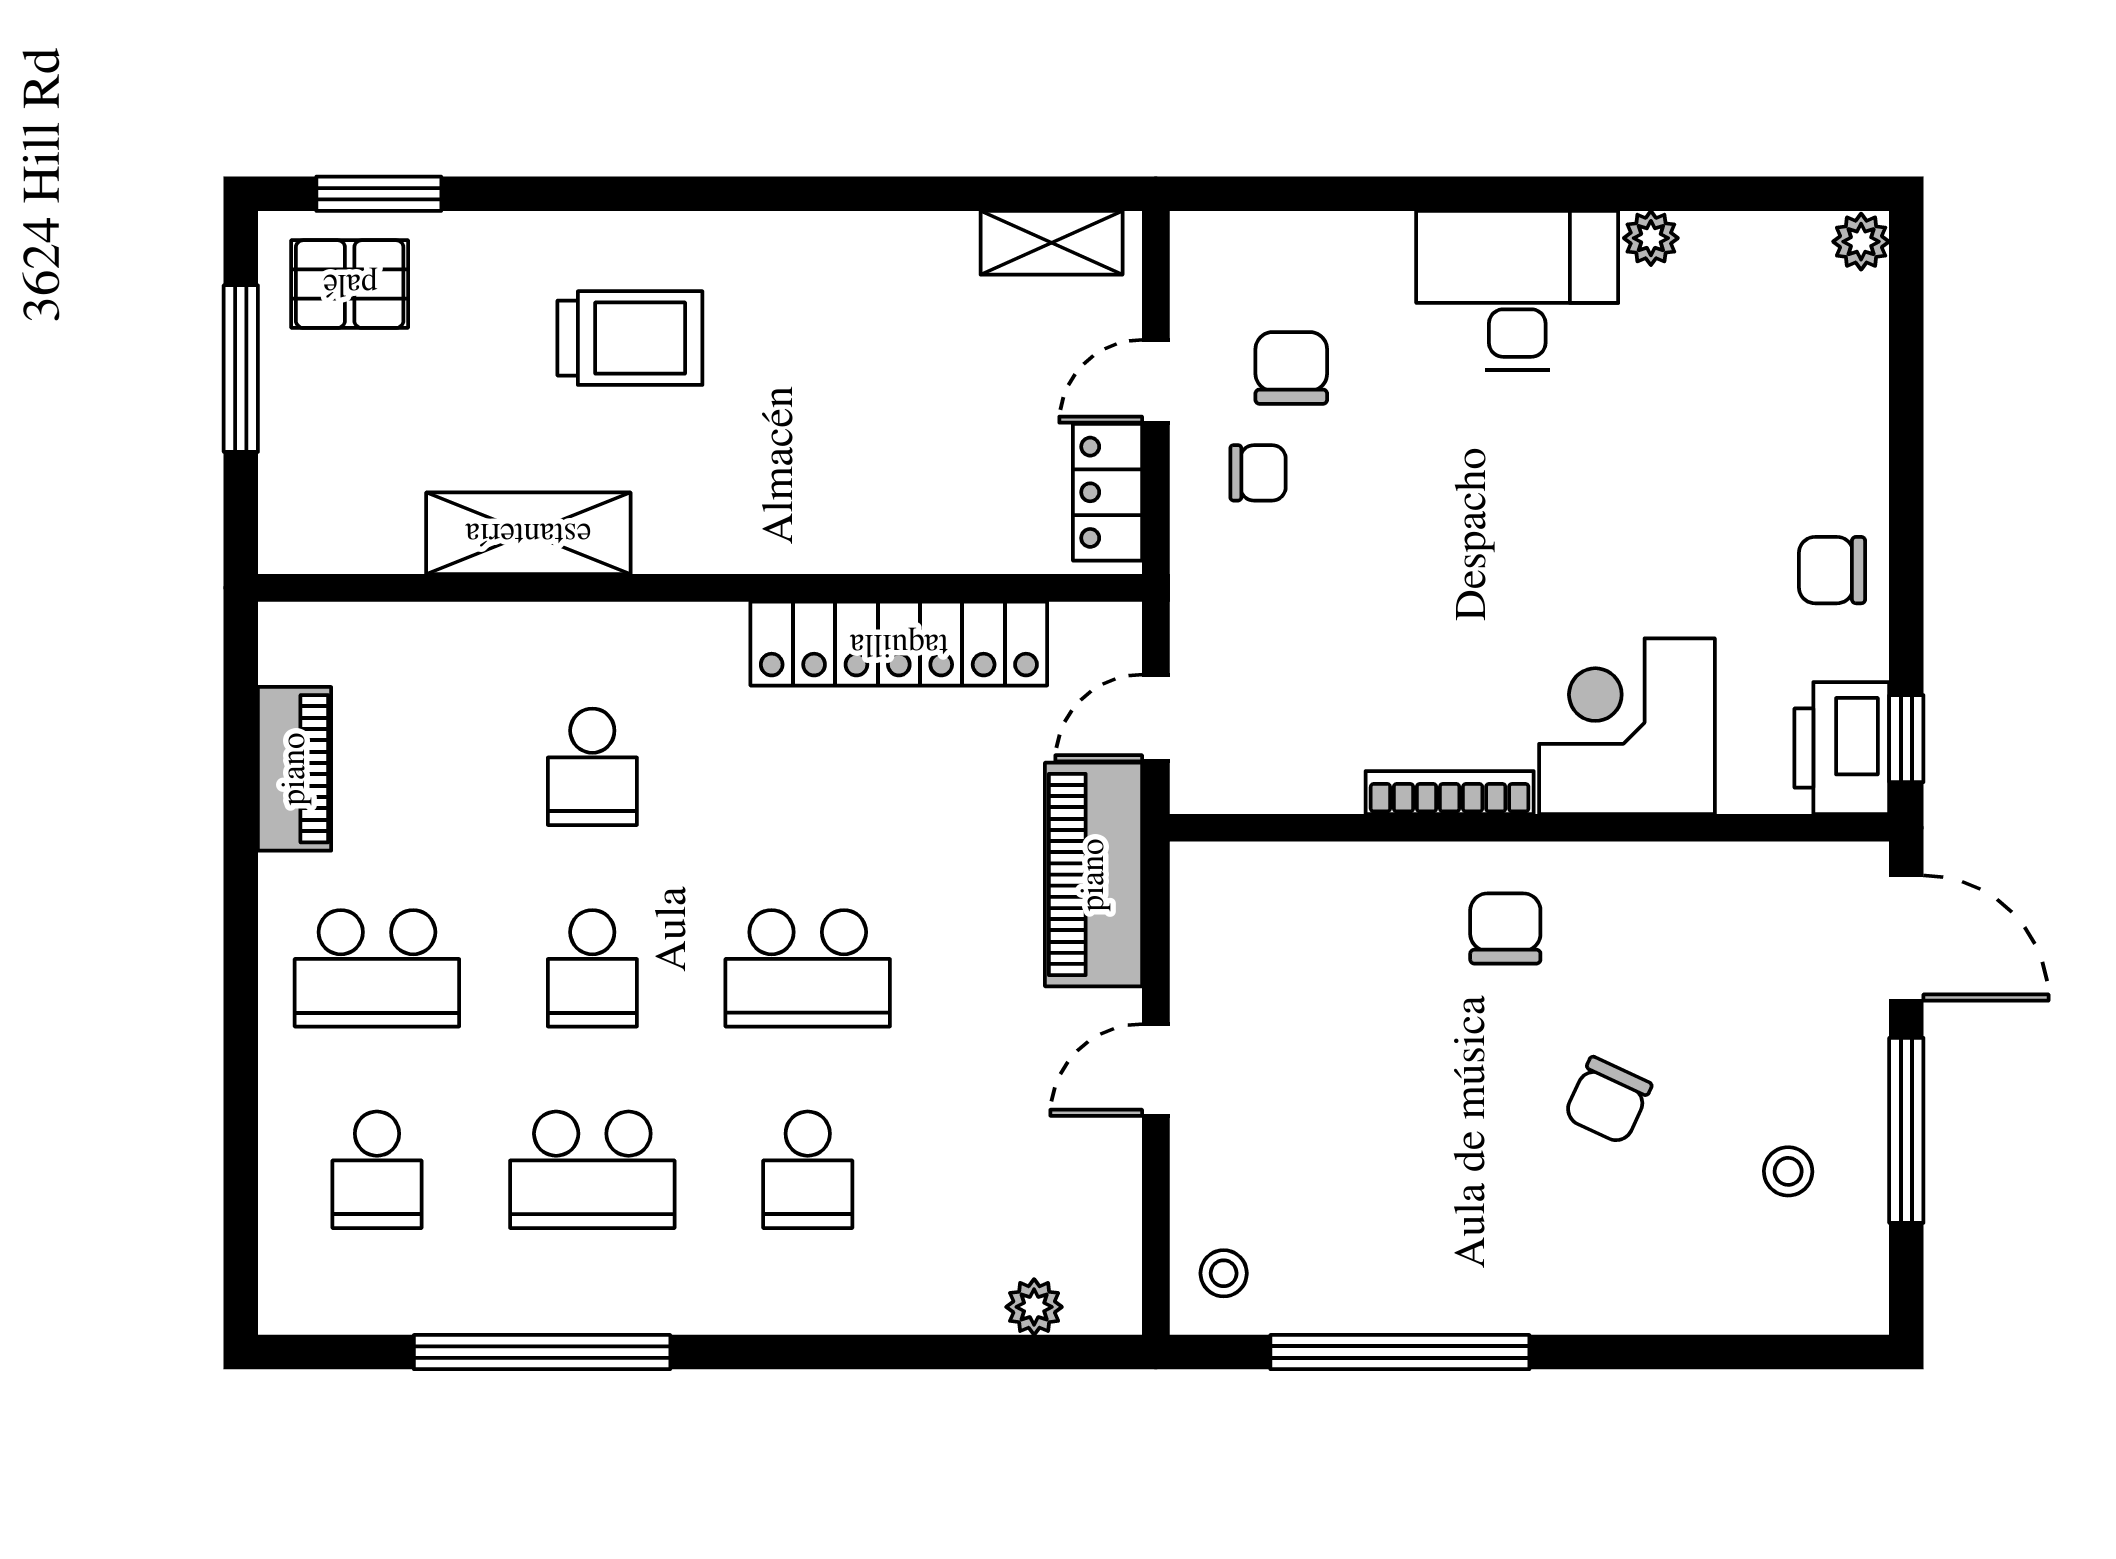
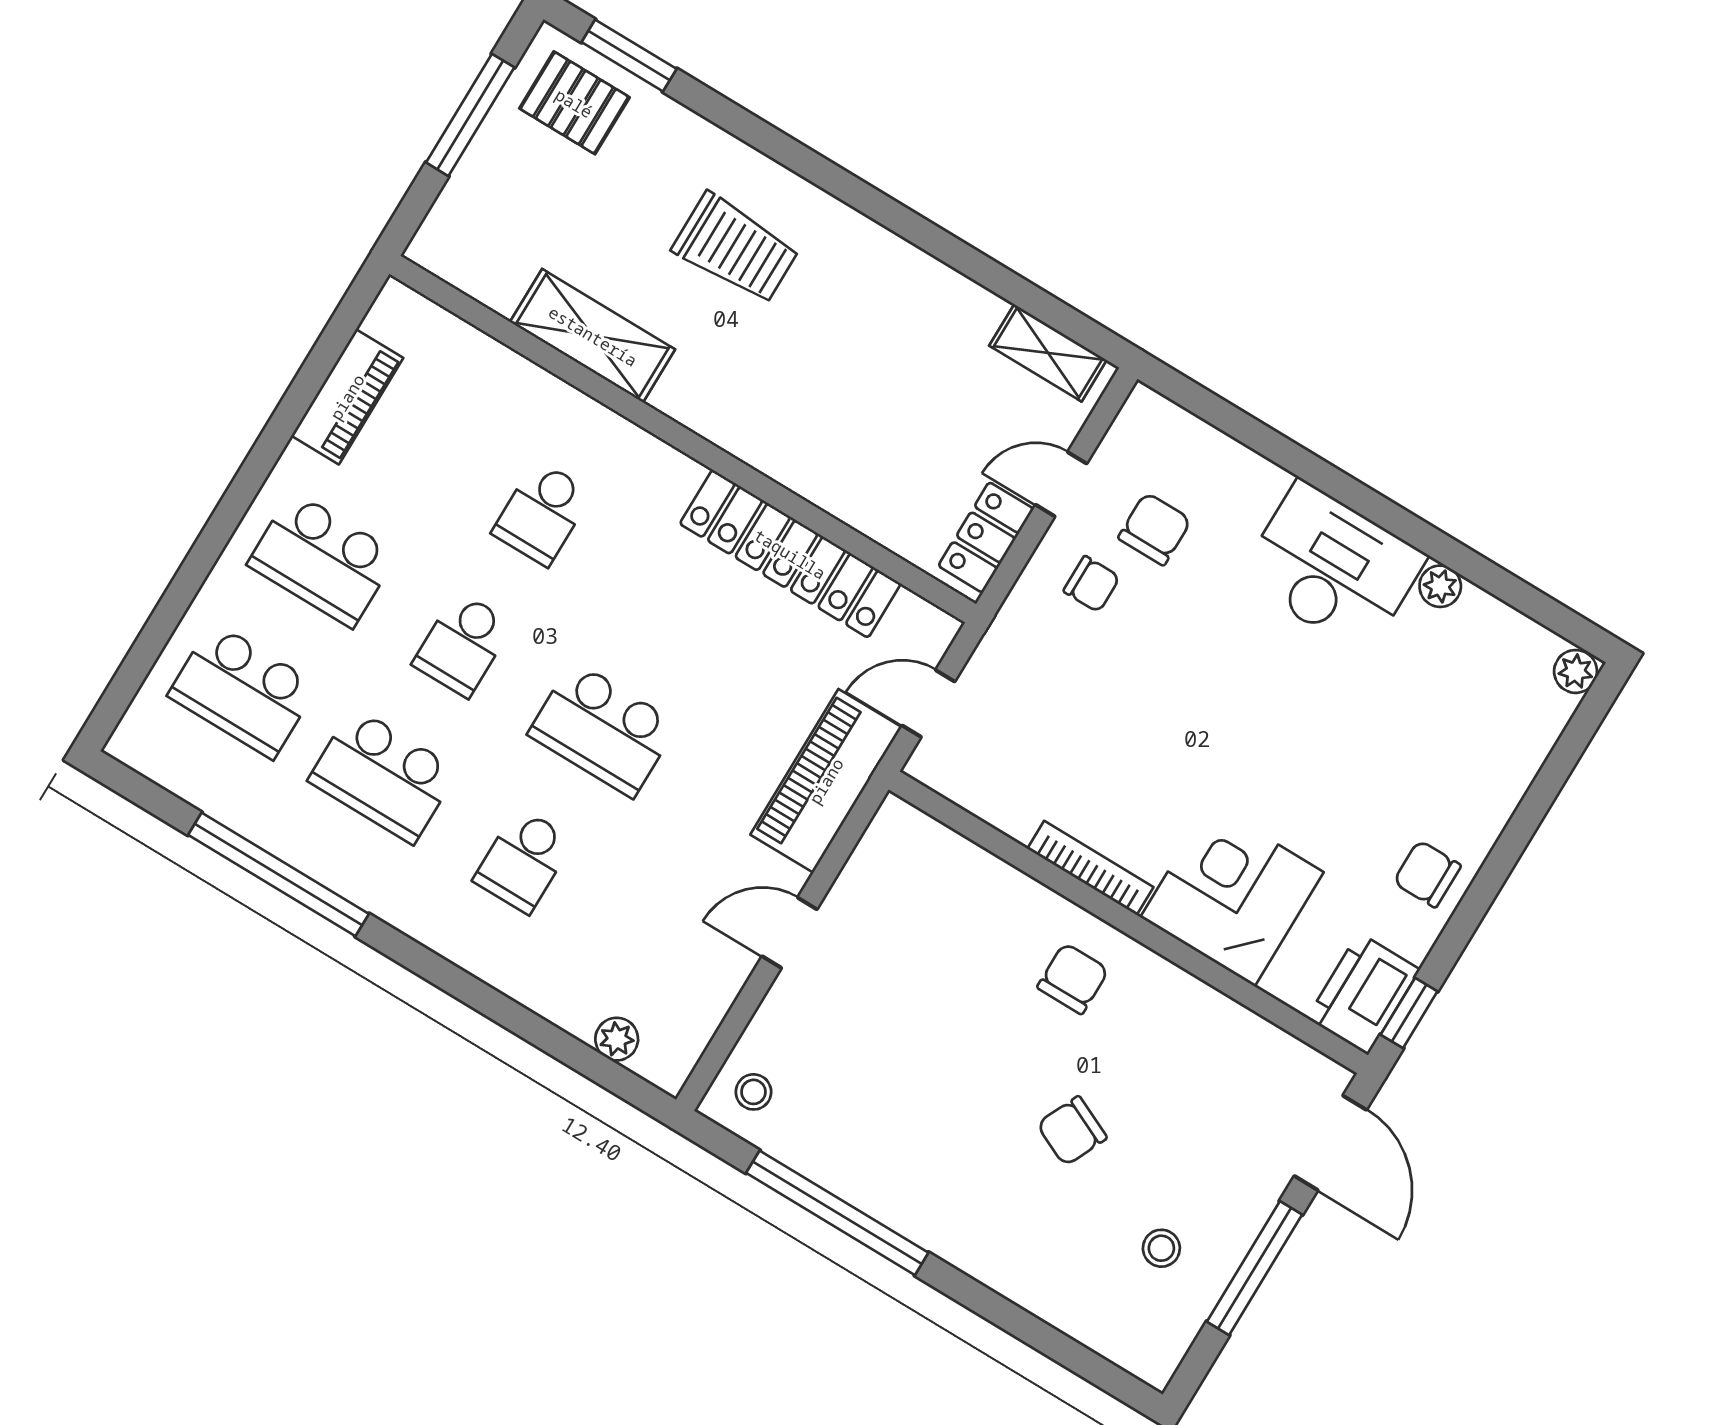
school desk: (377, 1170) -> (243, 690), width x1.85

